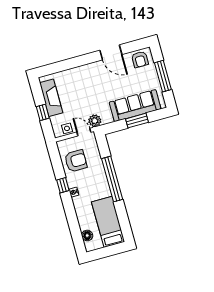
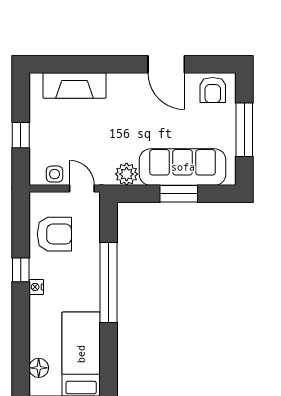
fireplace: (51, 98) -> (75, 85), moved, turned 90
plant: (95, 121) -> (127, 174), moved

